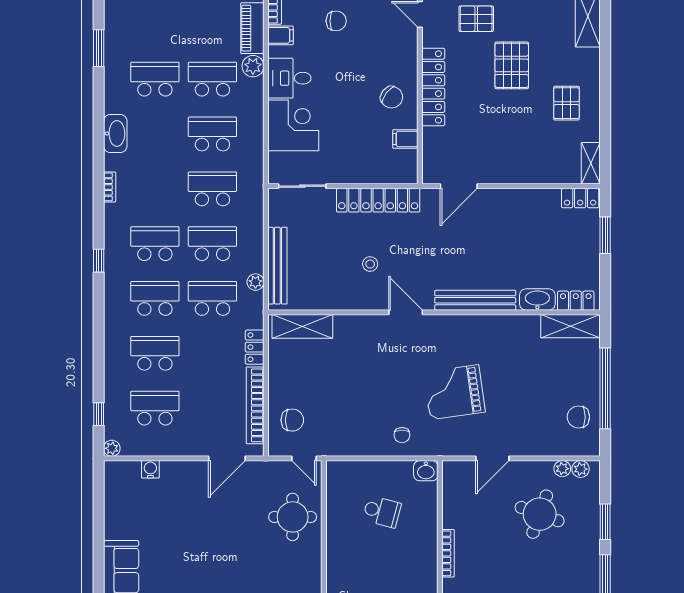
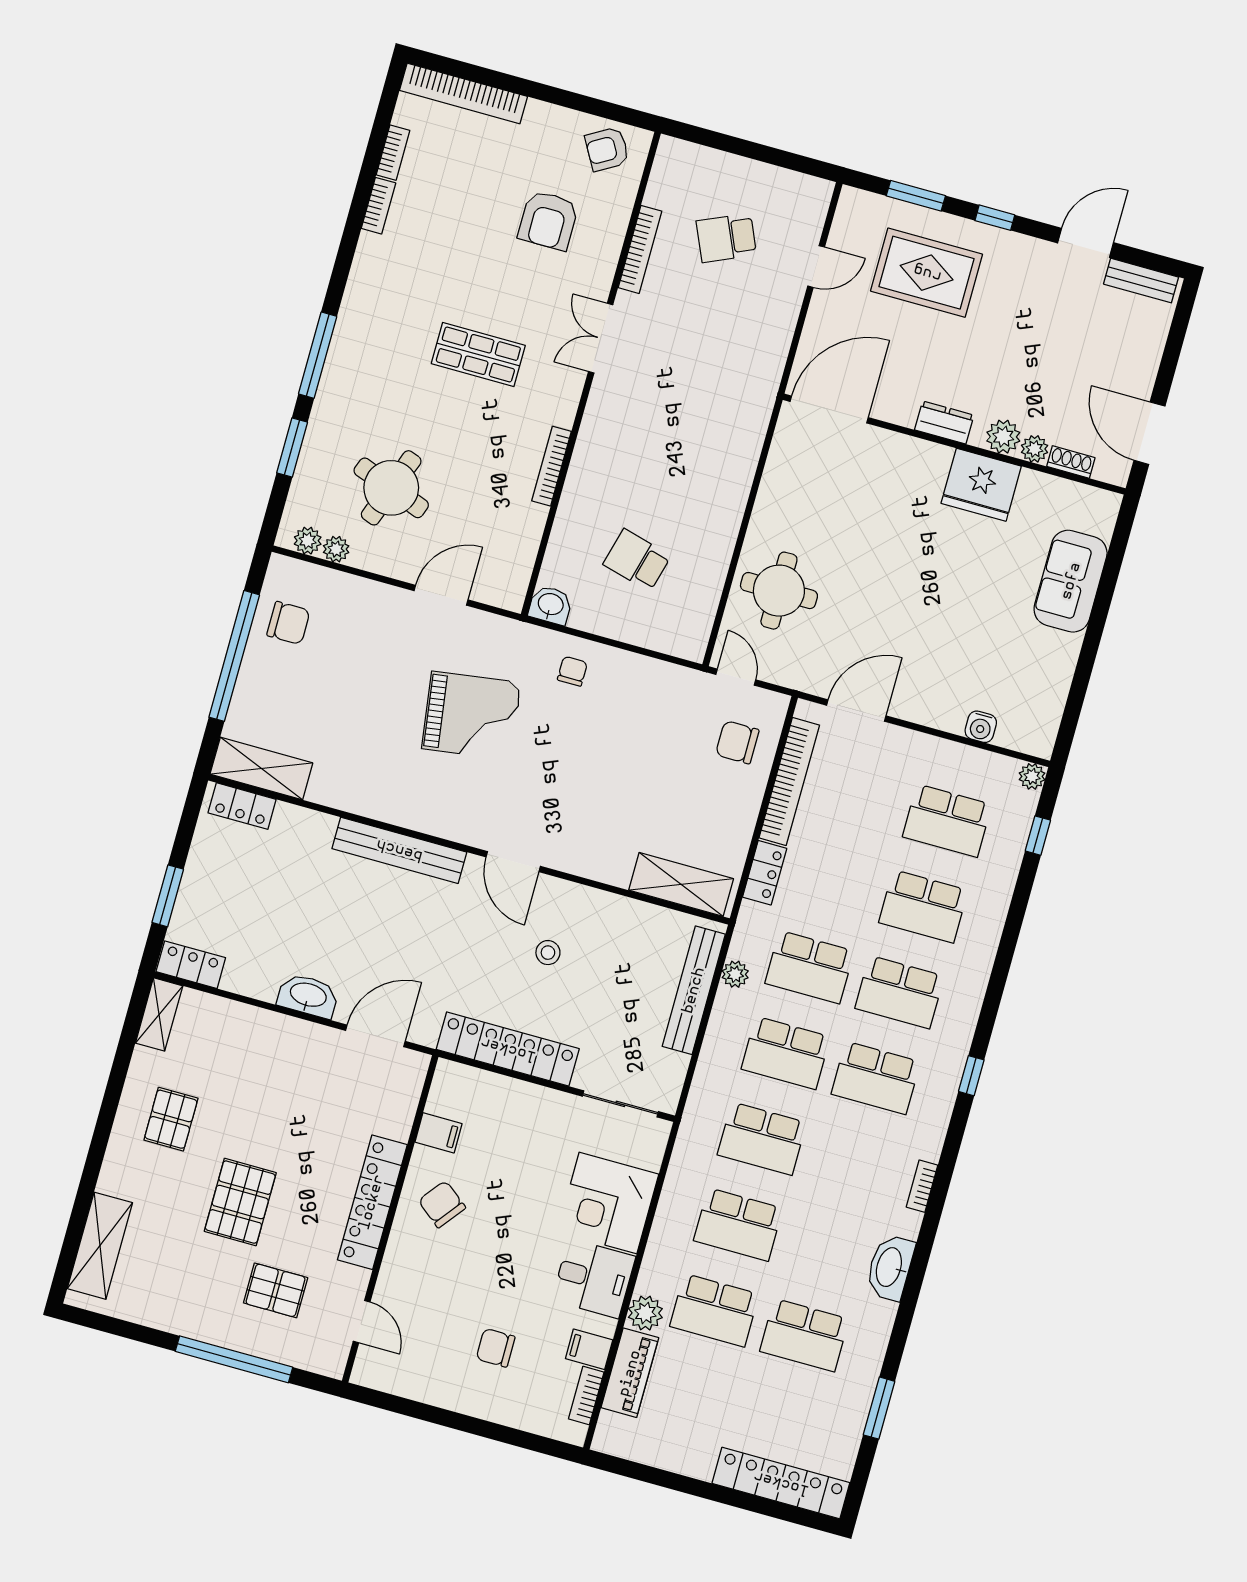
washbasin: (537, 300) -> (308, 996), moved, turned 180

